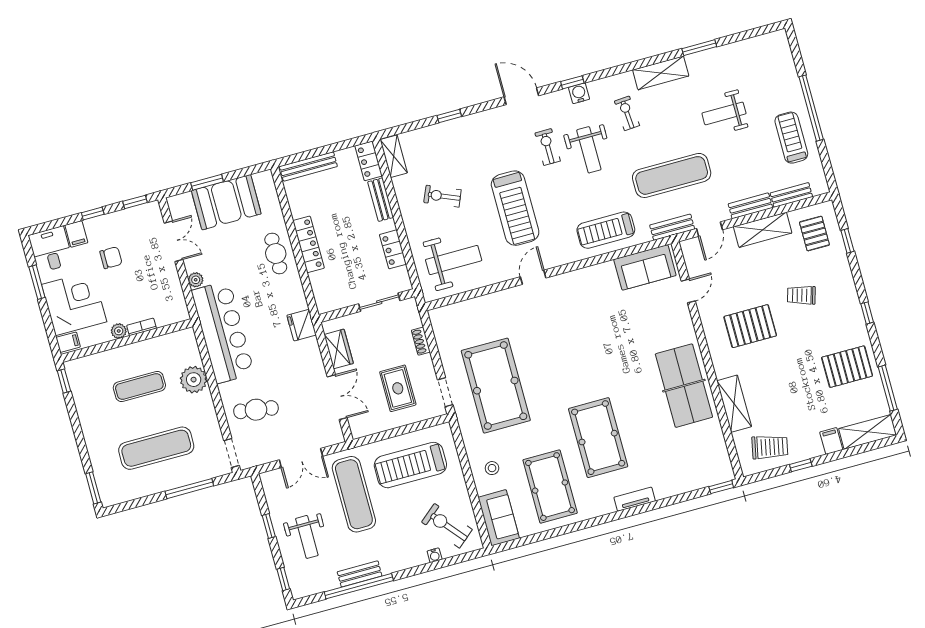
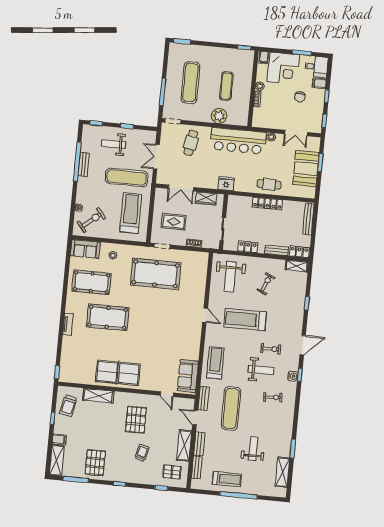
shelving: (661, 73) -> (282, 472), moved
weight bench: (589, 150) -> (261, 370), turned 180

